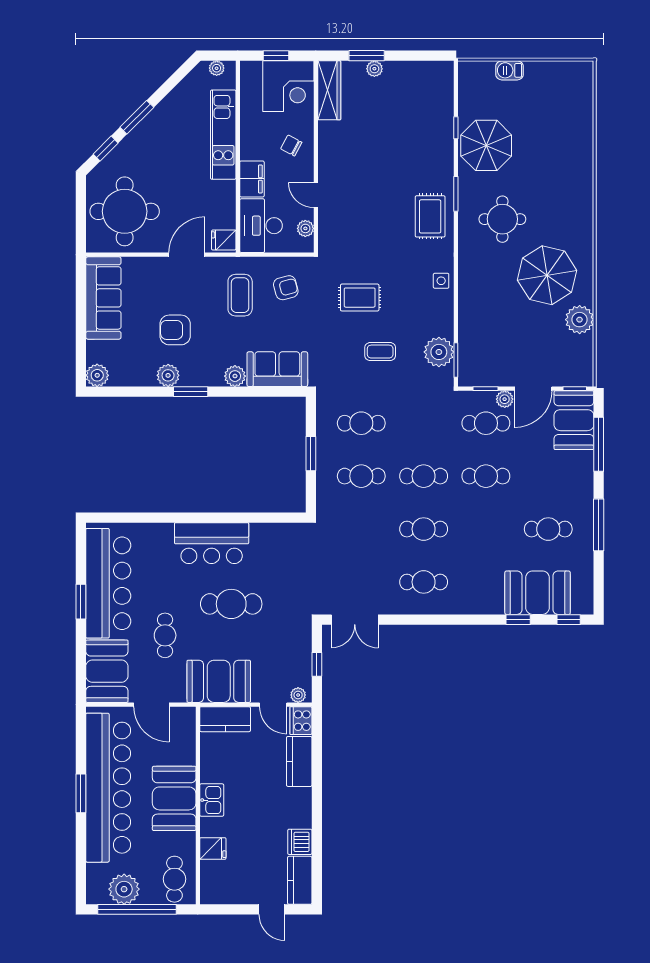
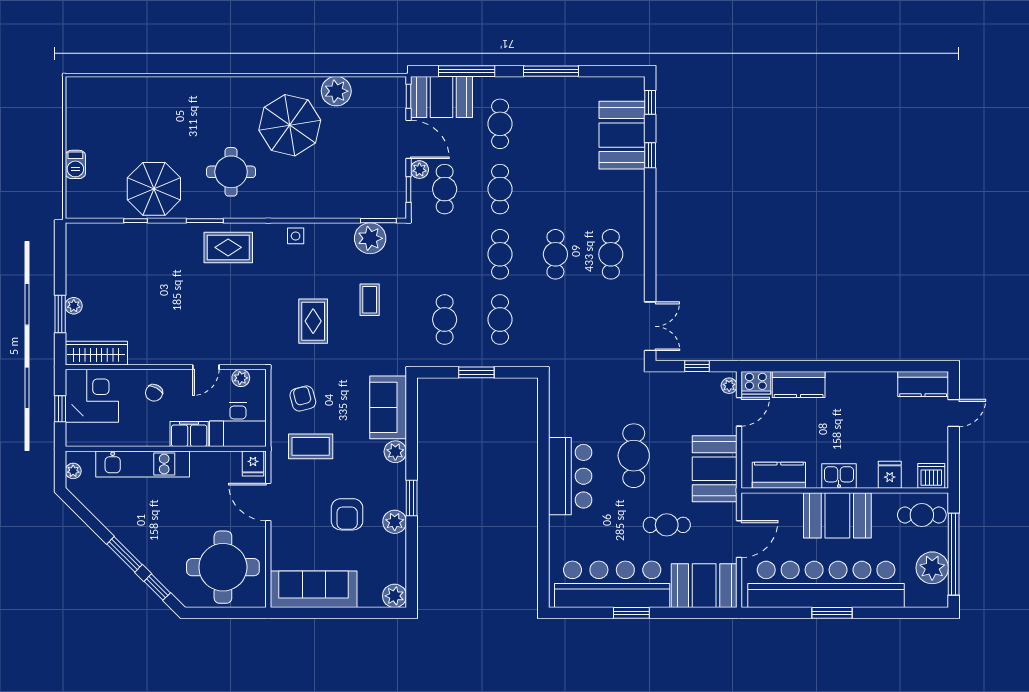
cafe table: (548, 529) -> (500, 124), moved
kitchen counter: (225, 719) -> (779, 475), moved, turned -90
dishwasher: (300, 842) -> (931, 476), moved, turned 180

